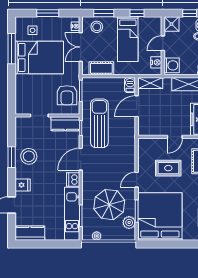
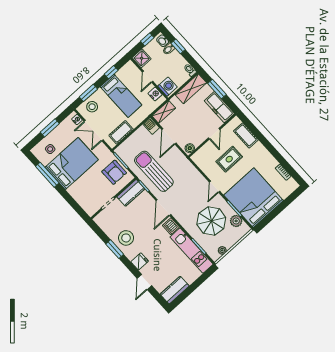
boiler: (145, 131) -> (190, 148), added

